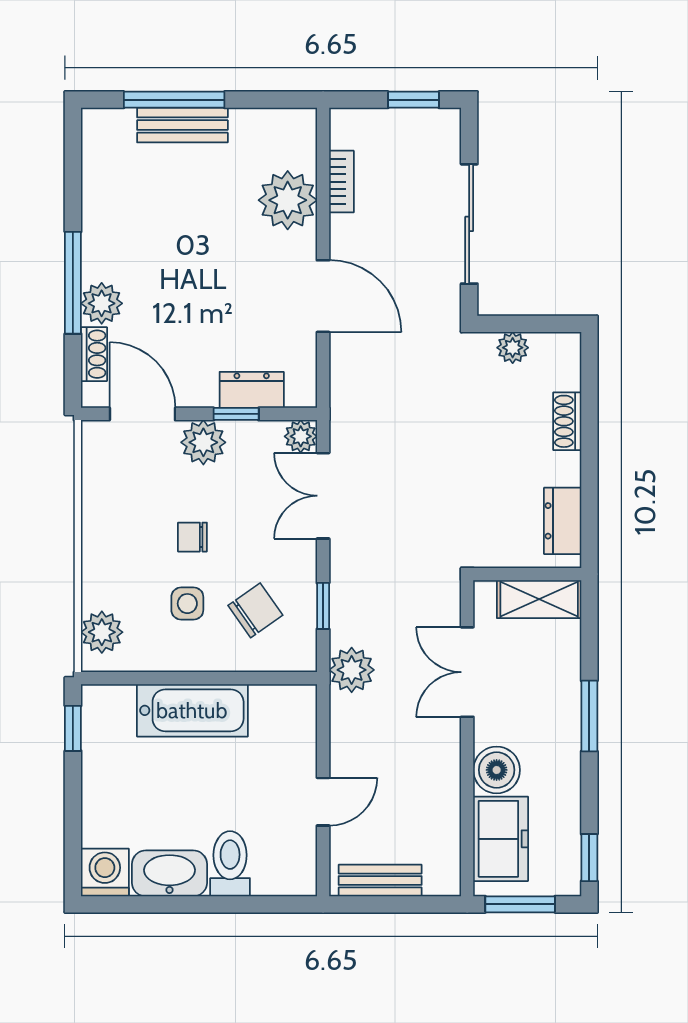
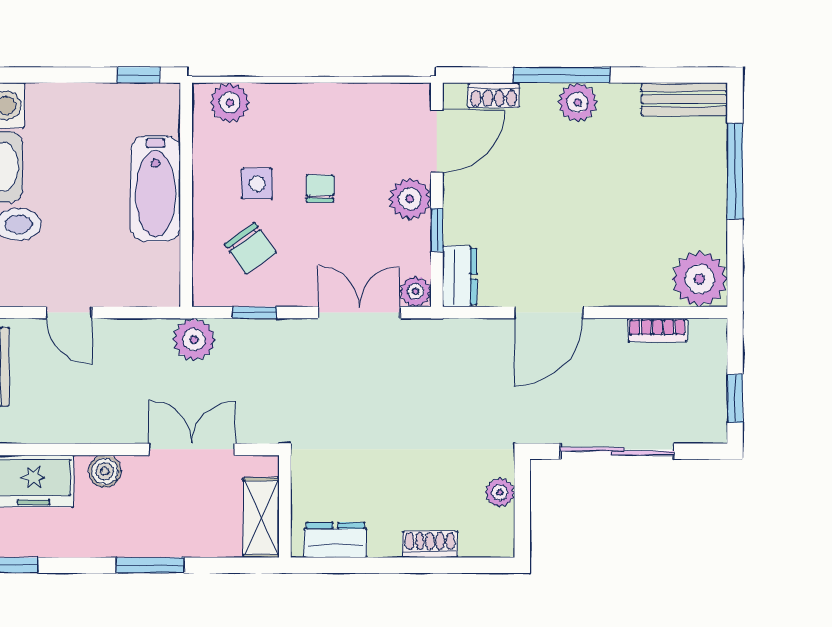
bench: (182, 125) -> (684, 99), moved, turned 90
plant: (288, 200) -> (700, 279), moved
plant: (102, 303) -> (578, 102), moved
dresser: (252, 390) -> (460, 276), moved
boiler: (497, 770) -> (105, 471), width x0.73, depth x0.73

